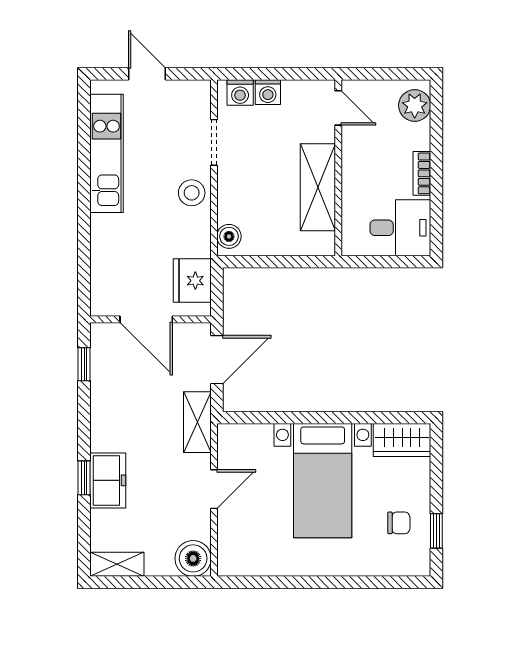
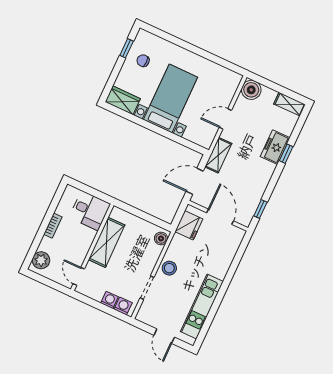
desk: (400, 228) -> (90, 211), moved, turned 180

